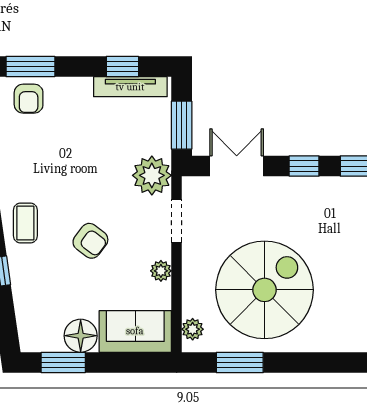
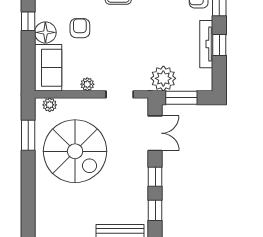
window: (122, 66) -> (219, 45), moved
tv unit: (130, 87) -> (206, 44), moved
plant: (152, 175) -> (163, 78), moved
armchair: (90, 241) -> (80, 28), moved, turned 143
window: (63, 363) -> (28, 21), width x0.67

